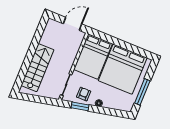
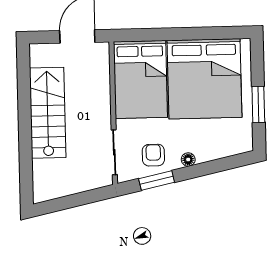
stairs: (37, 68) -> (48, 113), moved
window: (142, 92) -> (258, 104), width x0.69

